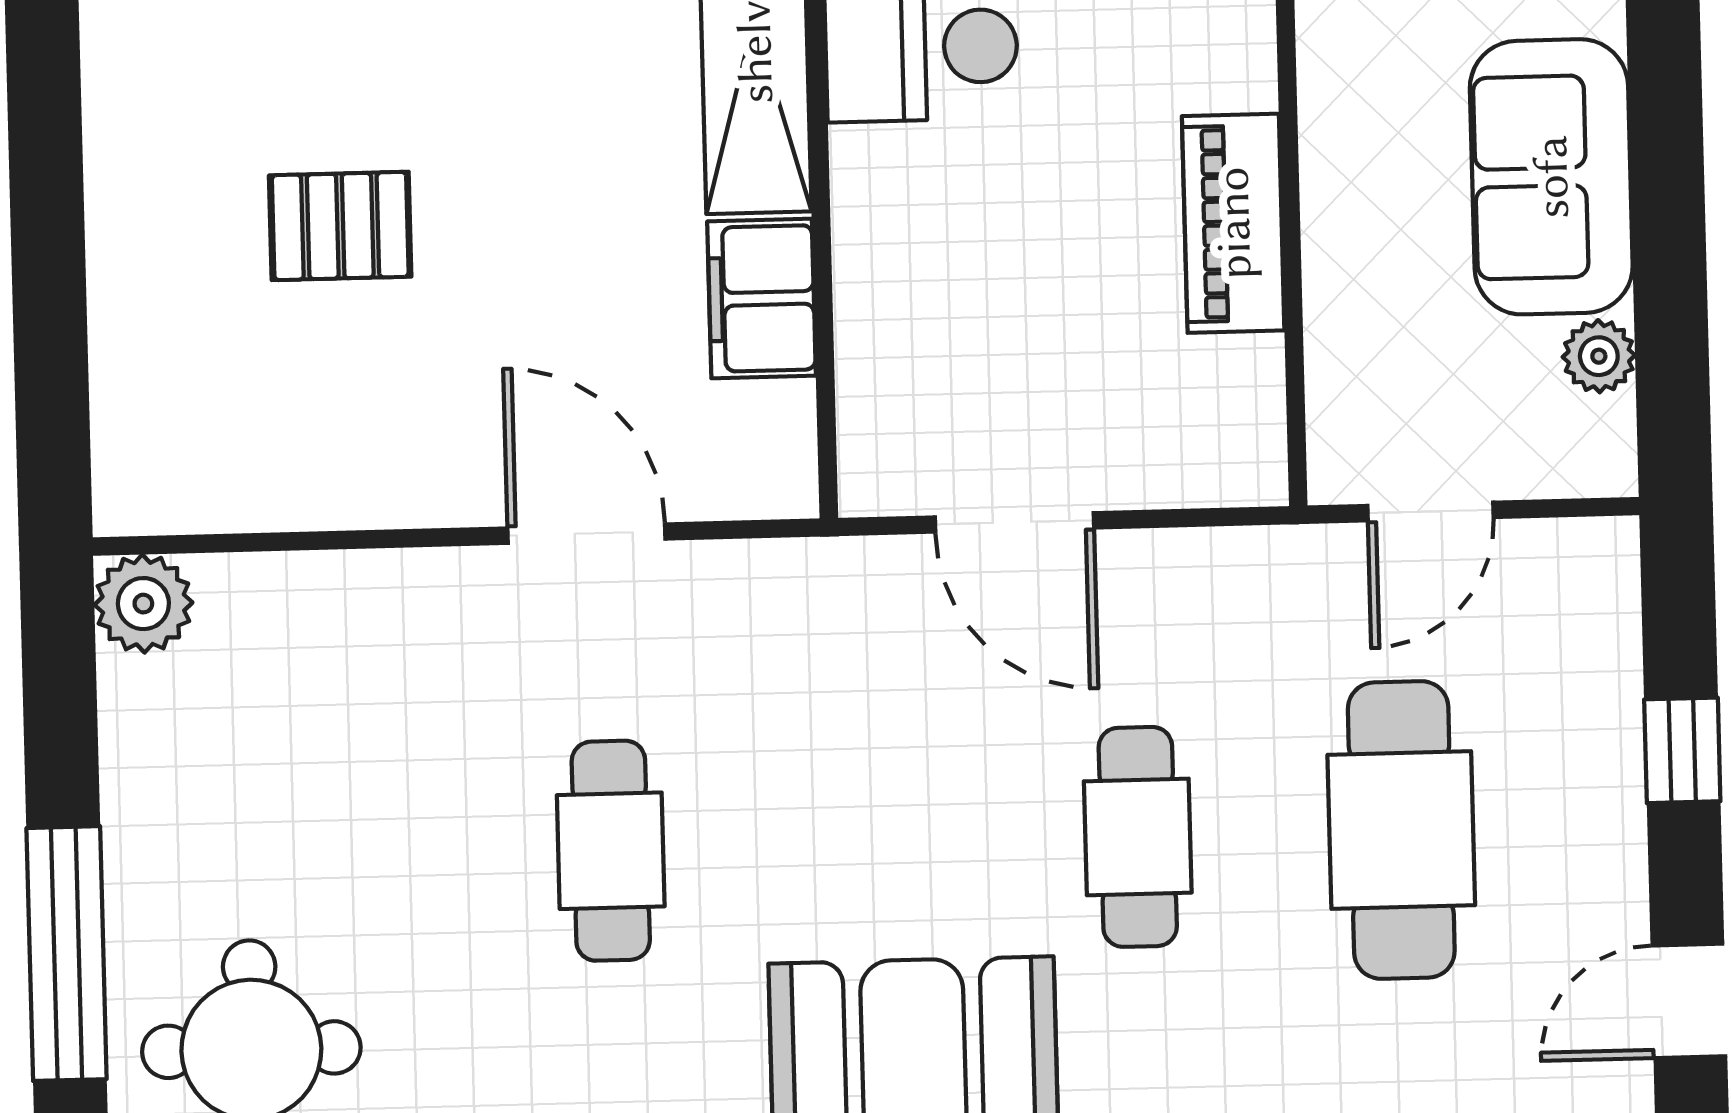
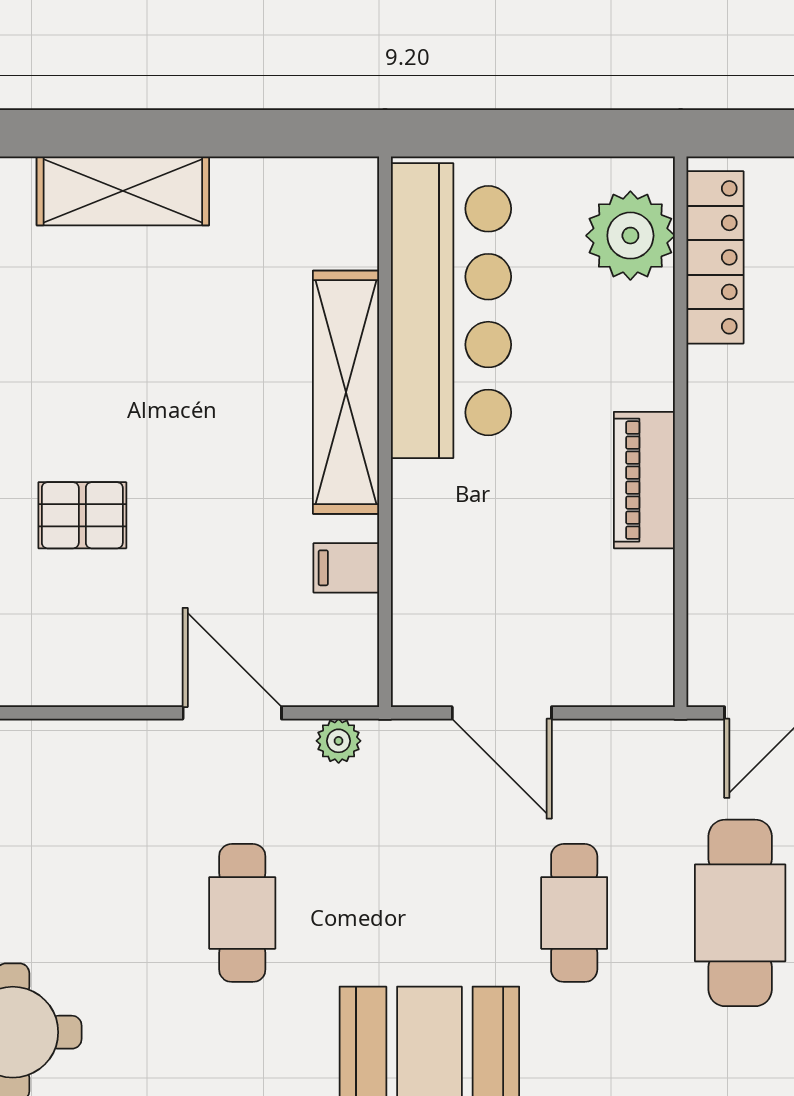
piano: (1233, 223) -> (644, 480), moved
filing cabinet: (762, 299) -> (346, 568), width x0.50
plant: (756, 574) -> (339, 741), added

